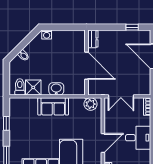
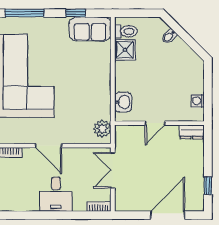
washing machine: (47, 35) -> (198, 101), moved
door: (87, 66) -> (155, 123), width x0.53
washbasin: (56, 89) -> (123, 102), moved
sofa: (53, 106) -> (90, 29), moved, turned -90

